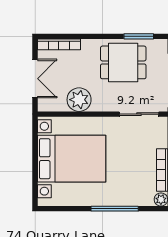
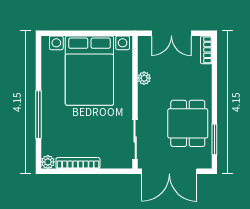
bookcase: (59, 44) -> (206, 50), width x0.64
plant: (79, 100) -> (144, 78), width x0.53, depth x0.53

